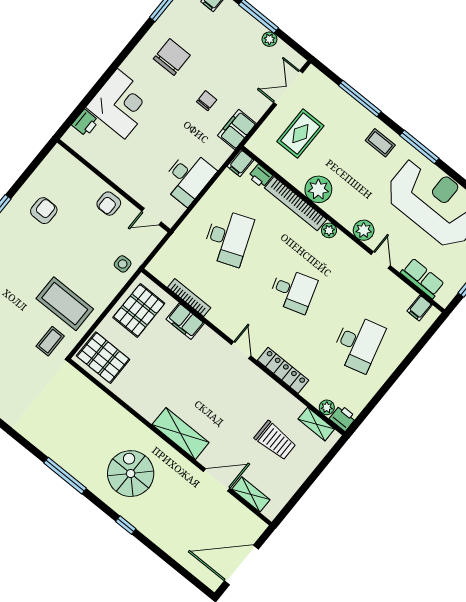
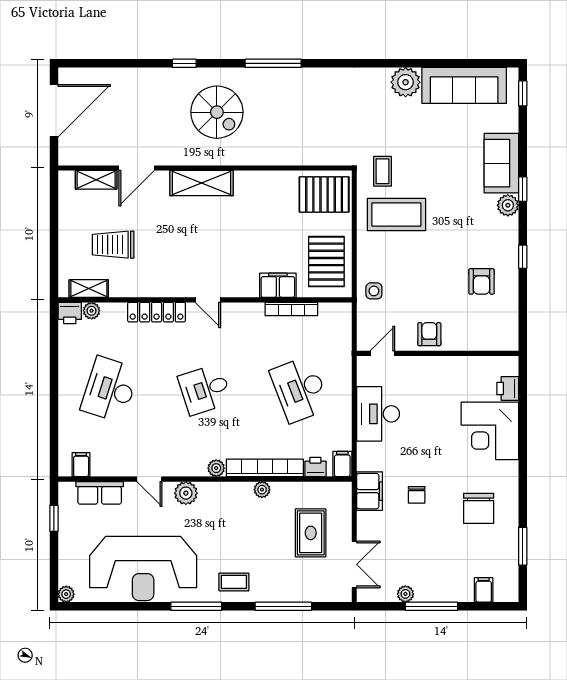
plant: (318, 189) -> (262, 490), width x0.53, depth x0.53
desk: (358, 343) -> (110, 389), turned 33

